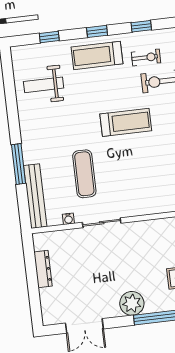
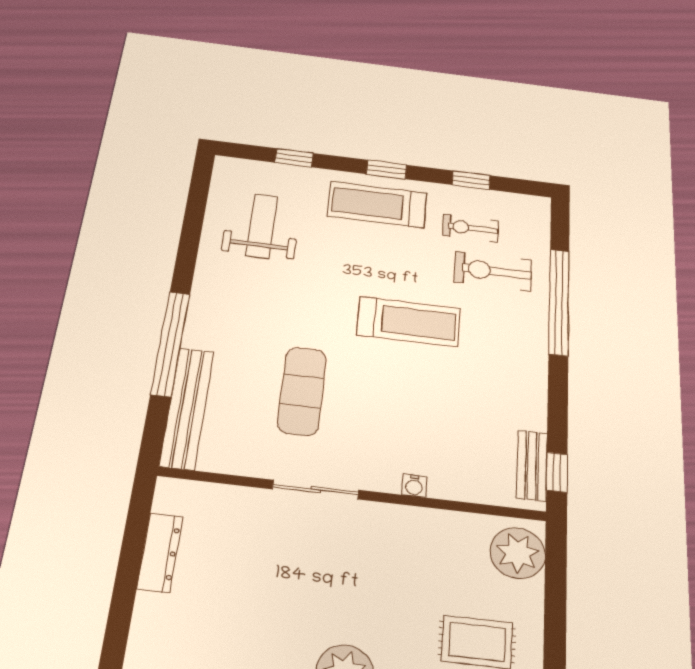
exercise bike: (146, 57) -> (471, 228), turned 180
weight bench: (44, 85) -> (262, 226), turned 90
window: (19, 164) -> (171, 343), width x1.46
water cooler: (68, 219) -> (414, 486), moved

